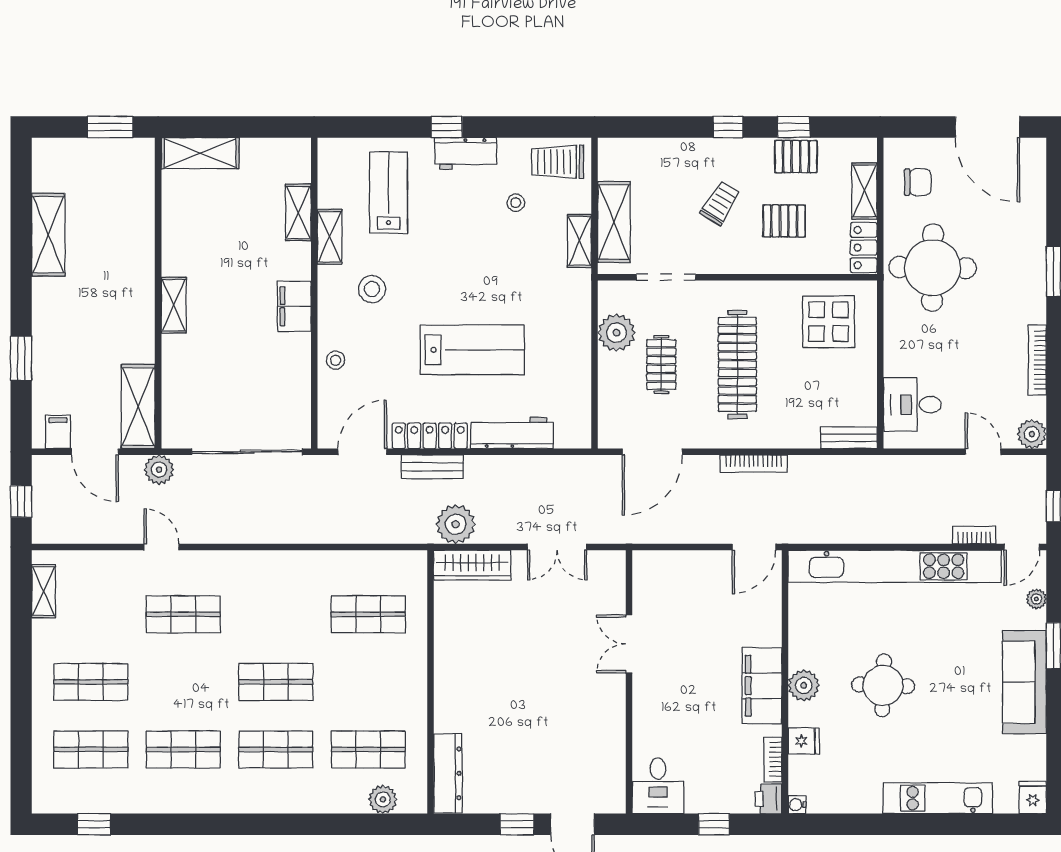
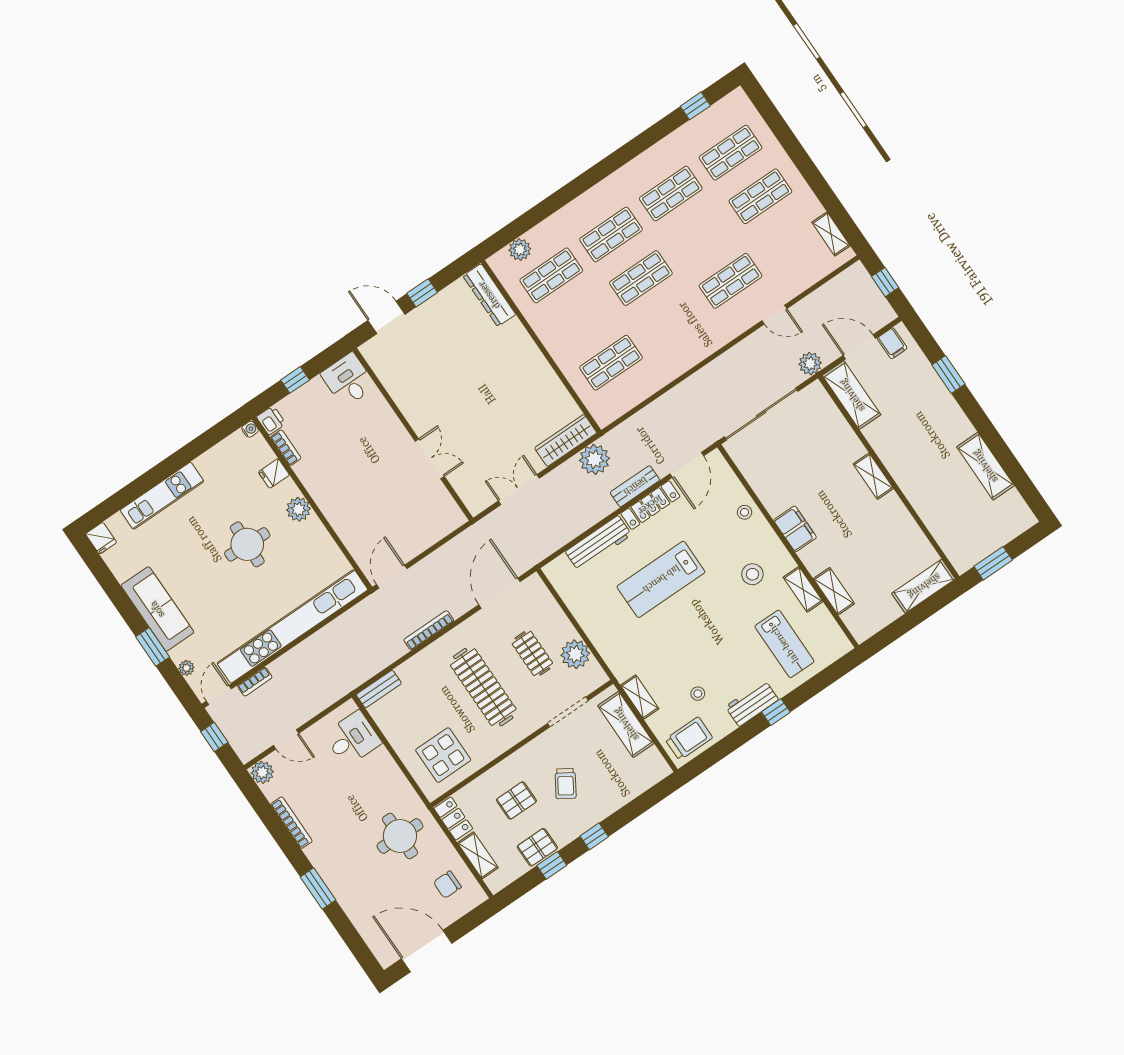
round table: (933, 268) -> (400, 836), width x0.73, depth x0.73
filing cabinet: (762, 686) -> (325, 491), removed

